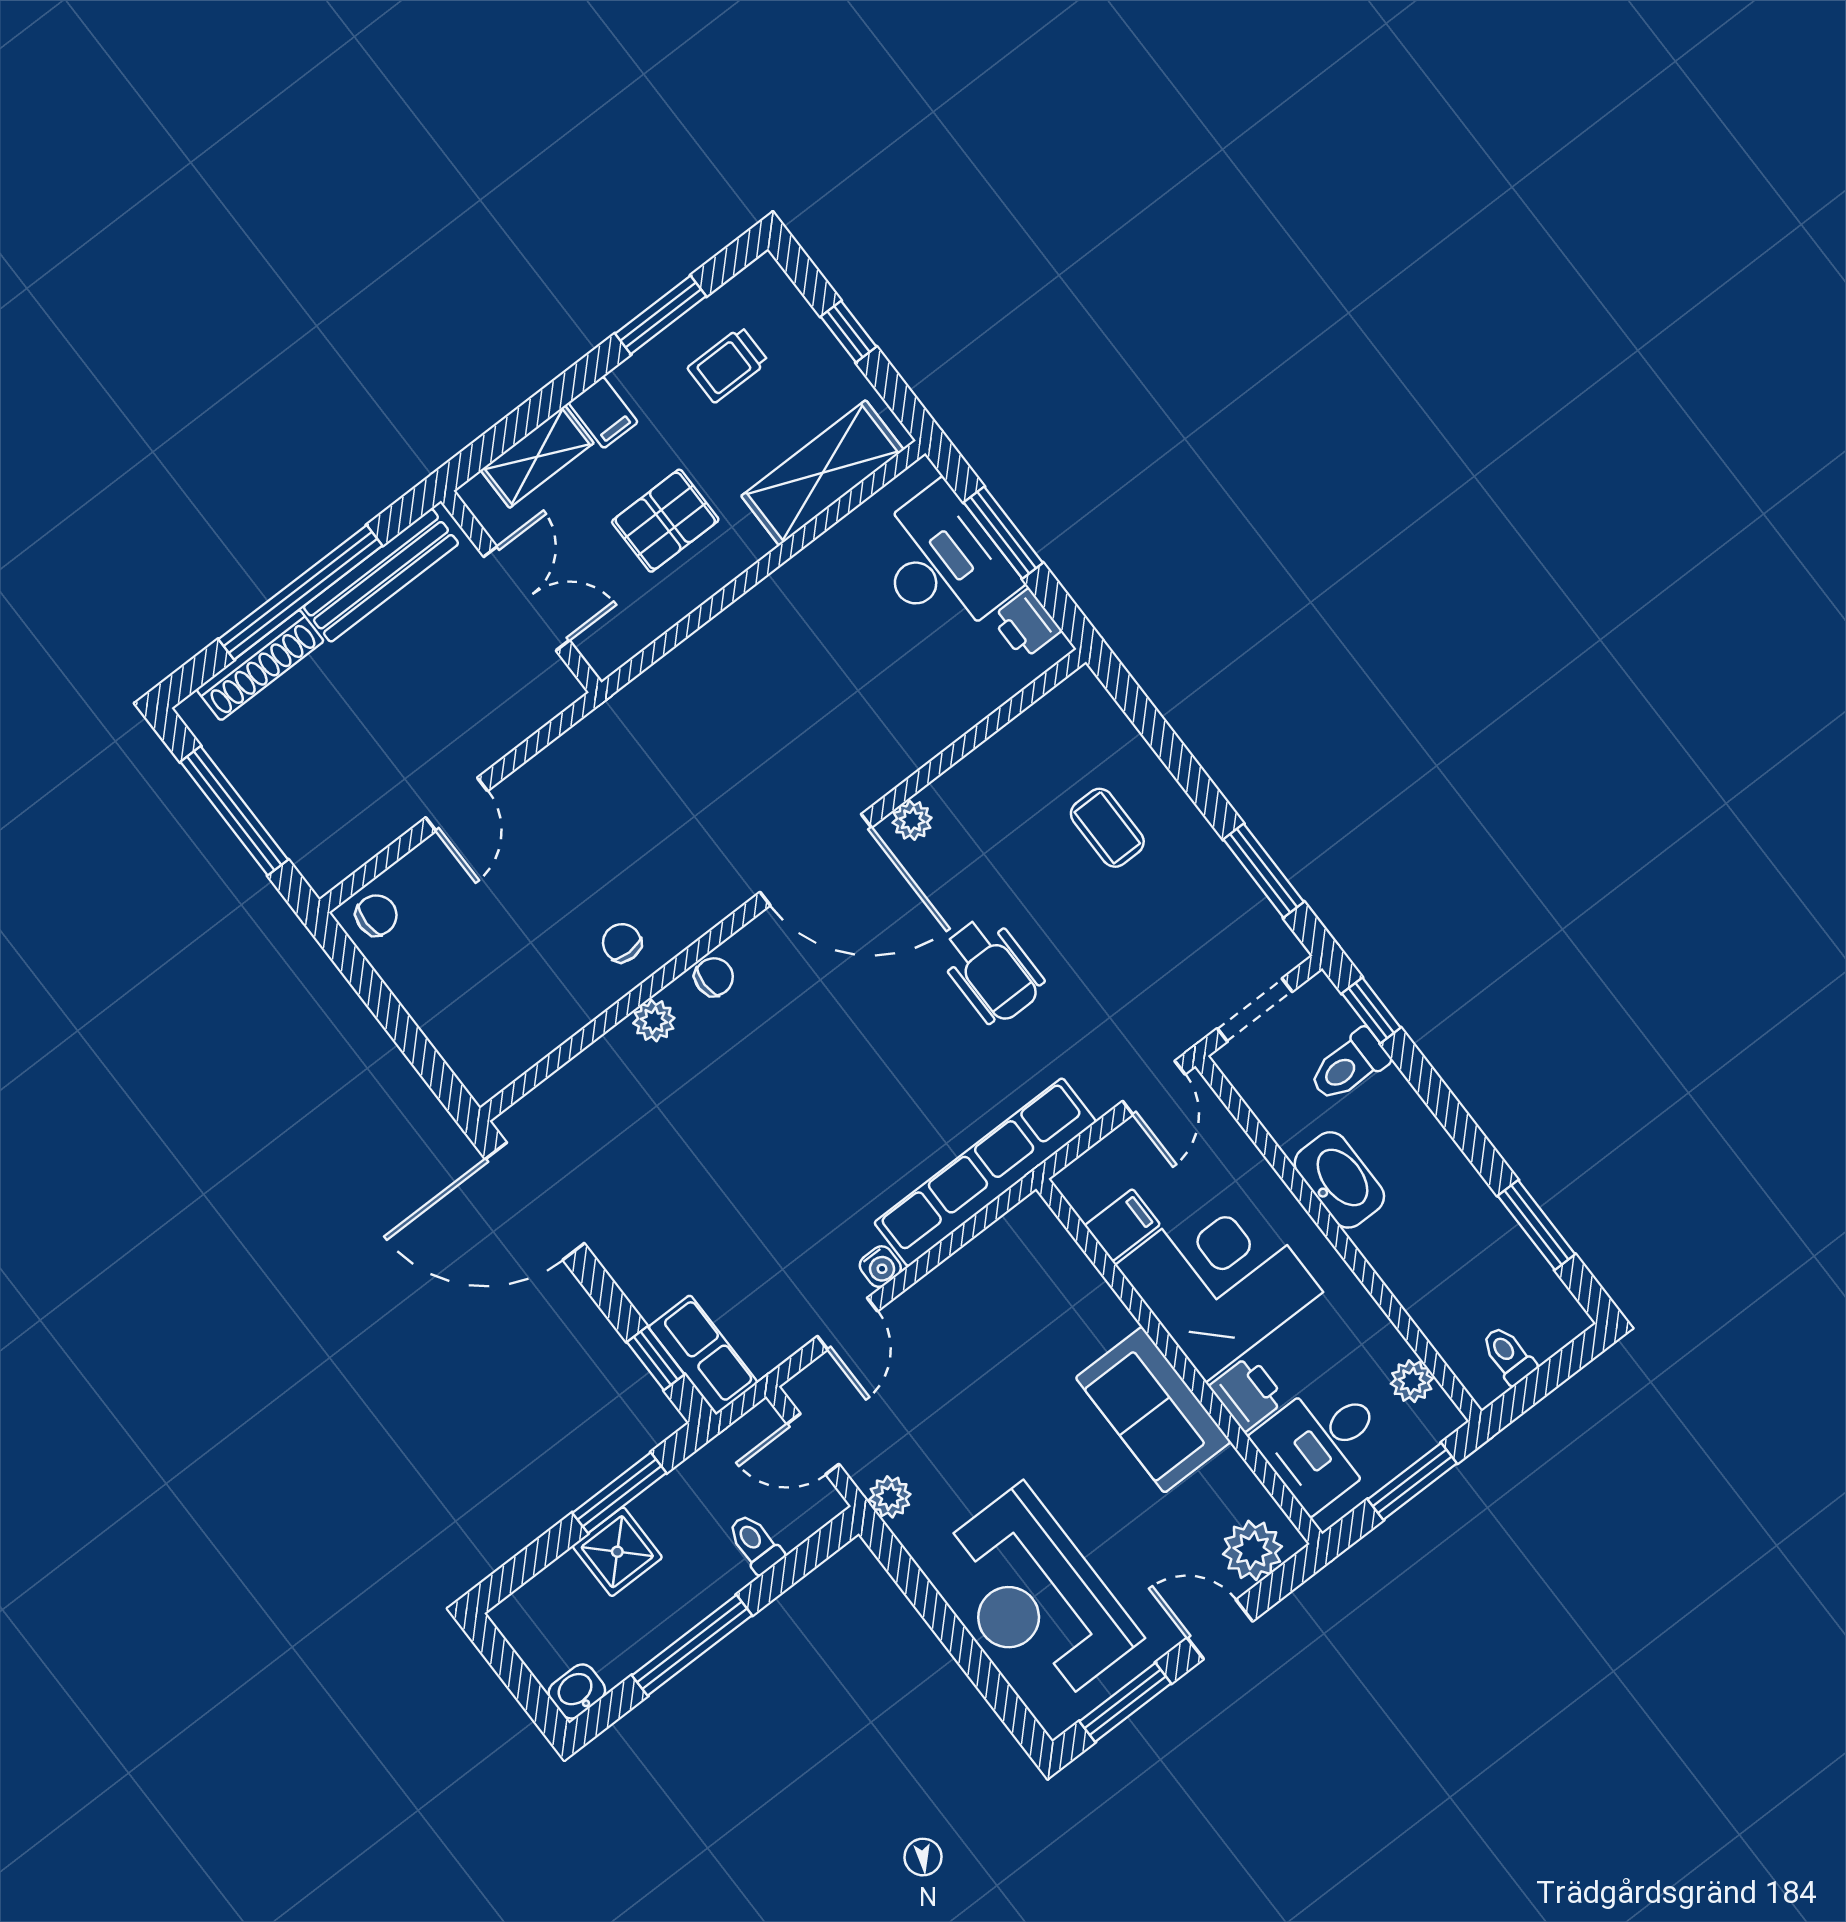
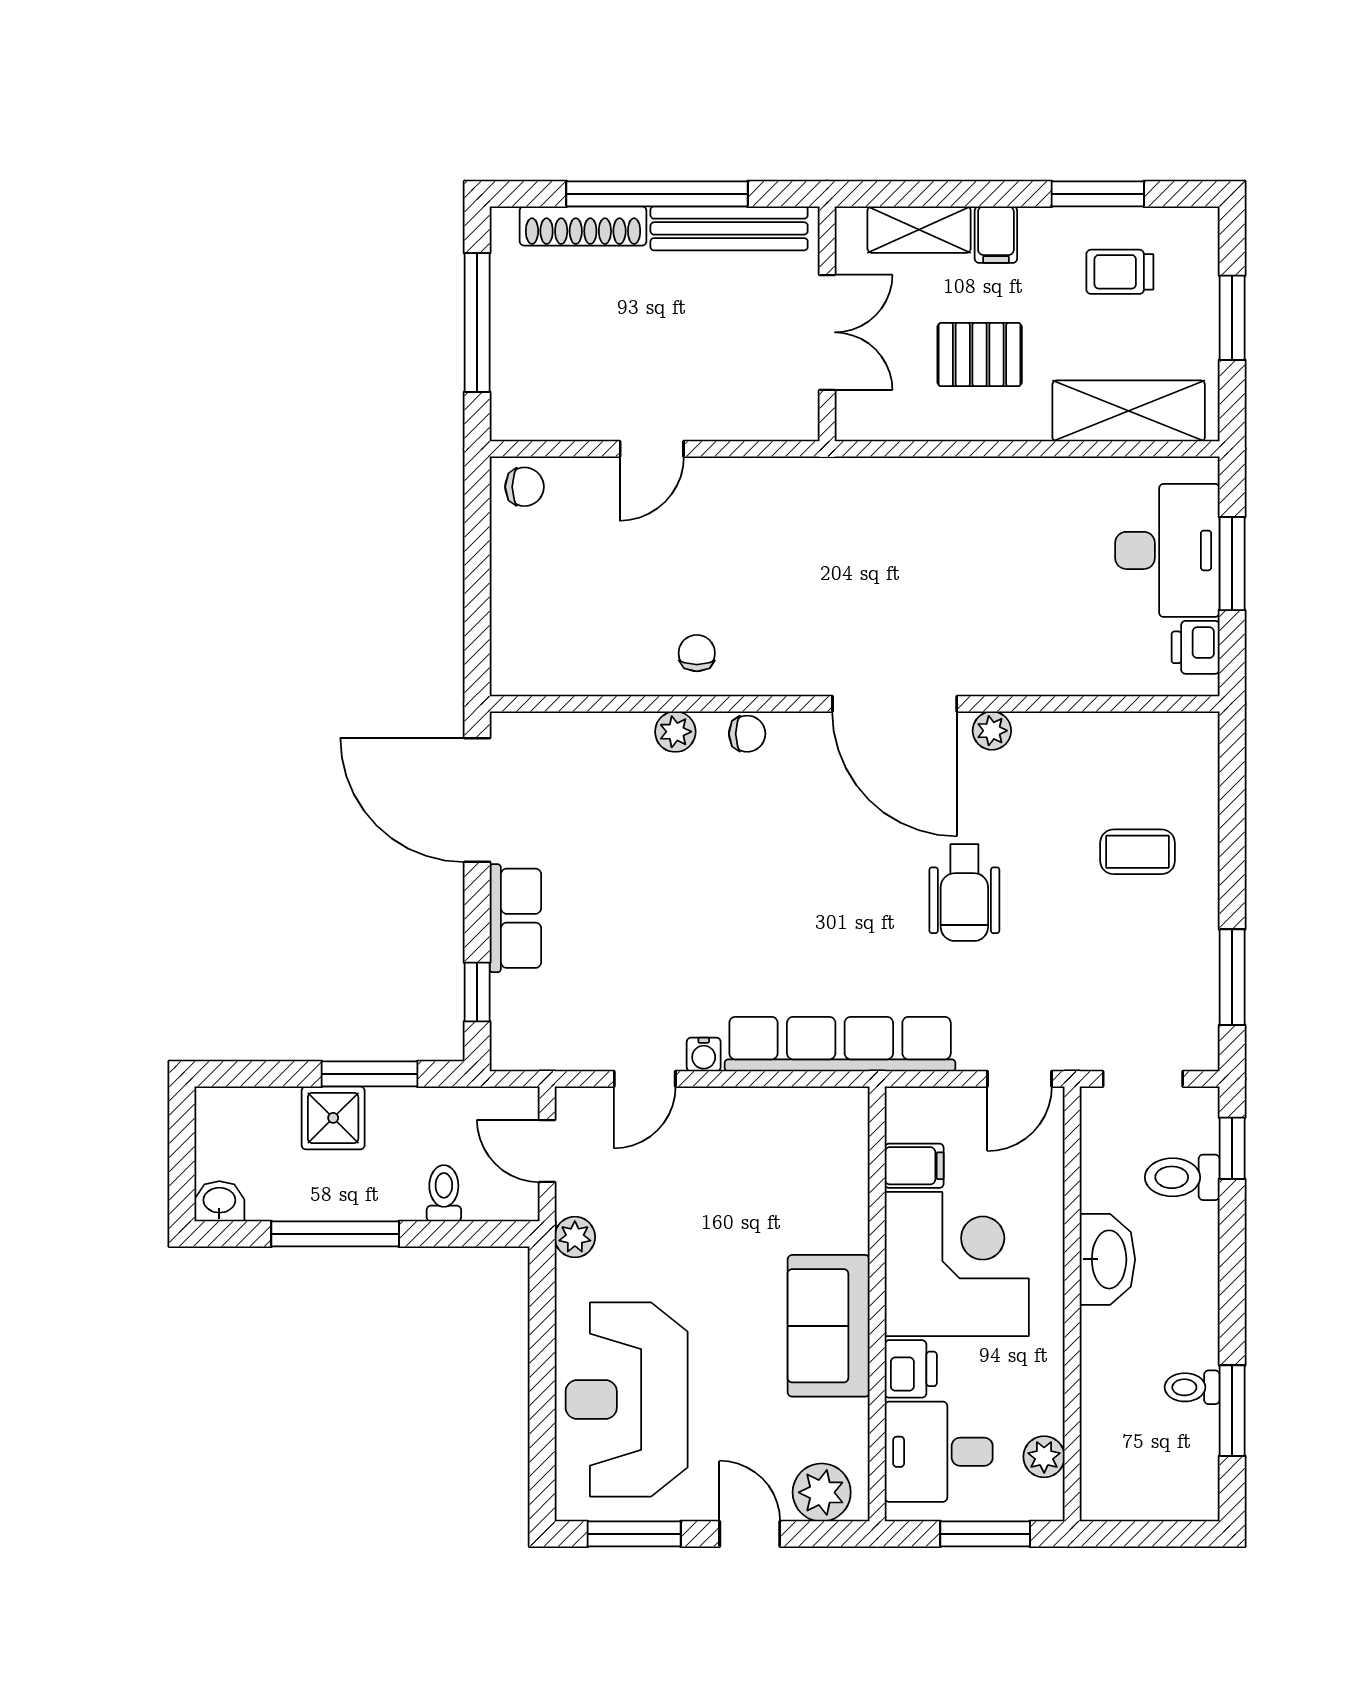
window: (848, 332) -> (1232, 318), width x1.50
coffee table: (1107, 828) -> (1137, 852), turned 90
row of seats: (703, 1355) -> (515, 918), moved
toilet: (1508, 1355) -> (1192, 1387), moved, turned -90

